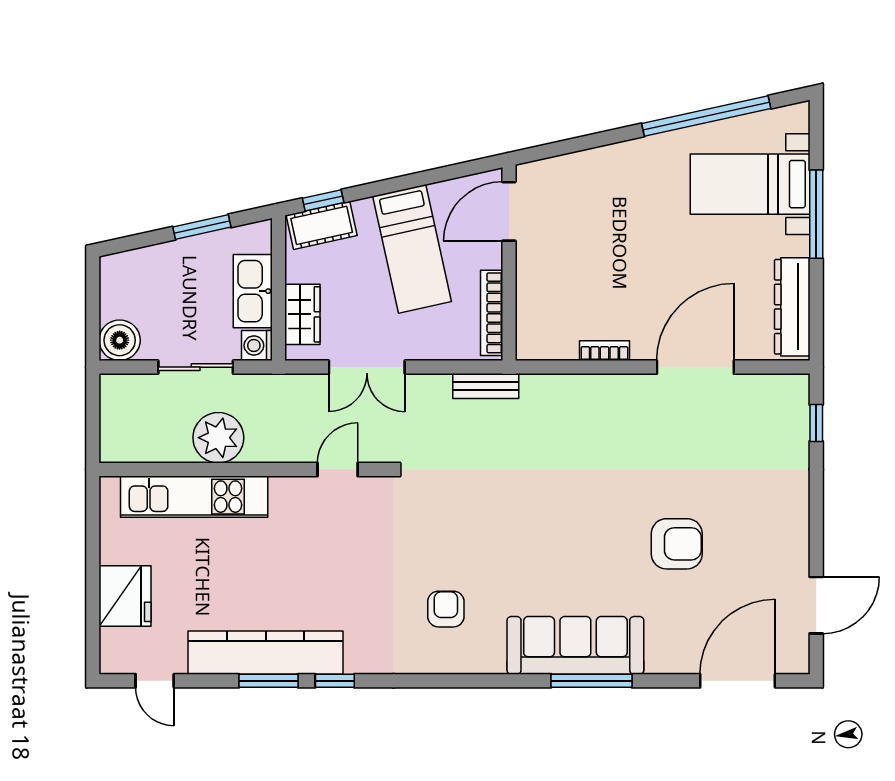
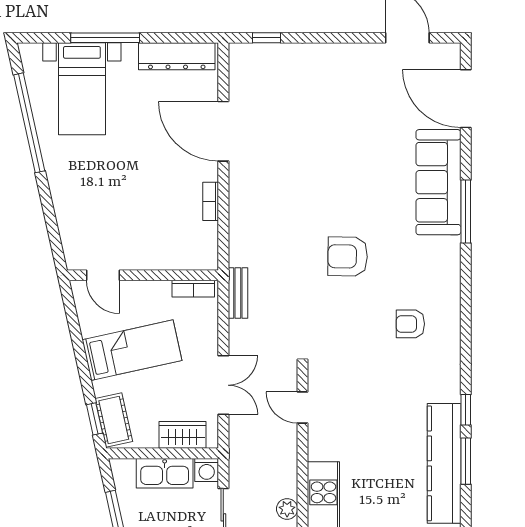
door: (509, 211) -> (103, 275), width x0.73
bookcase: (492, 313) -> (193, 289), width x0.64
plant: (218, 438) -> (287, 509), width x0.53, depth x0.53
armchair: (677, 544) -> (348, 256), moved, turned -89
sofa: (575, 645) -> (438, 182), moved

